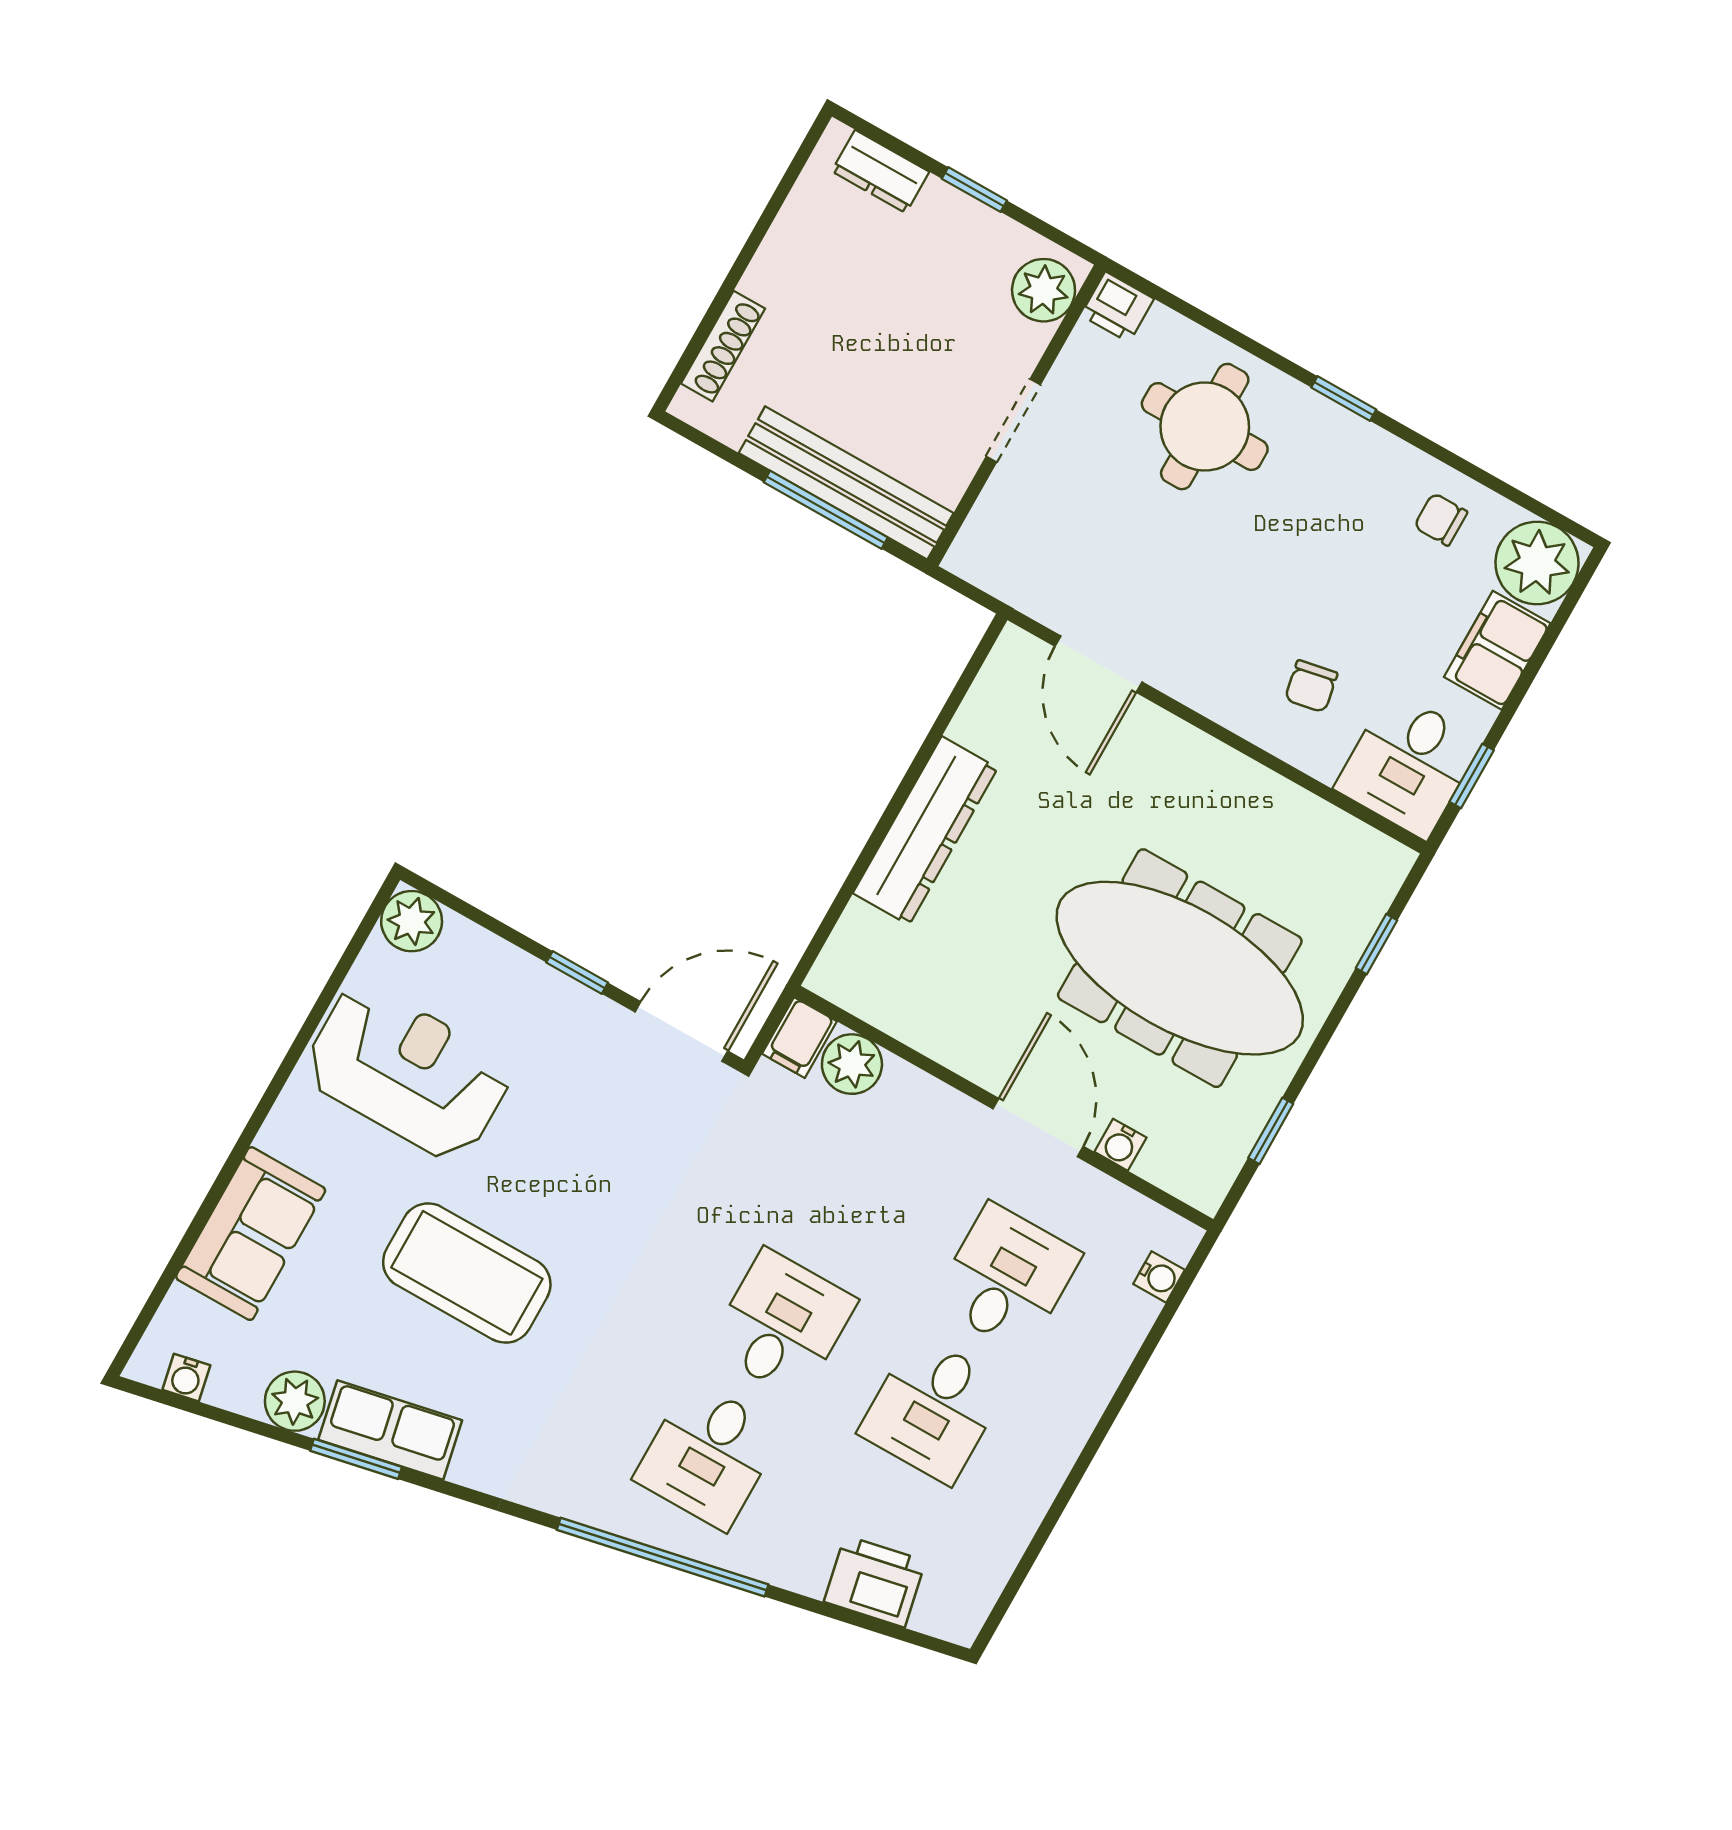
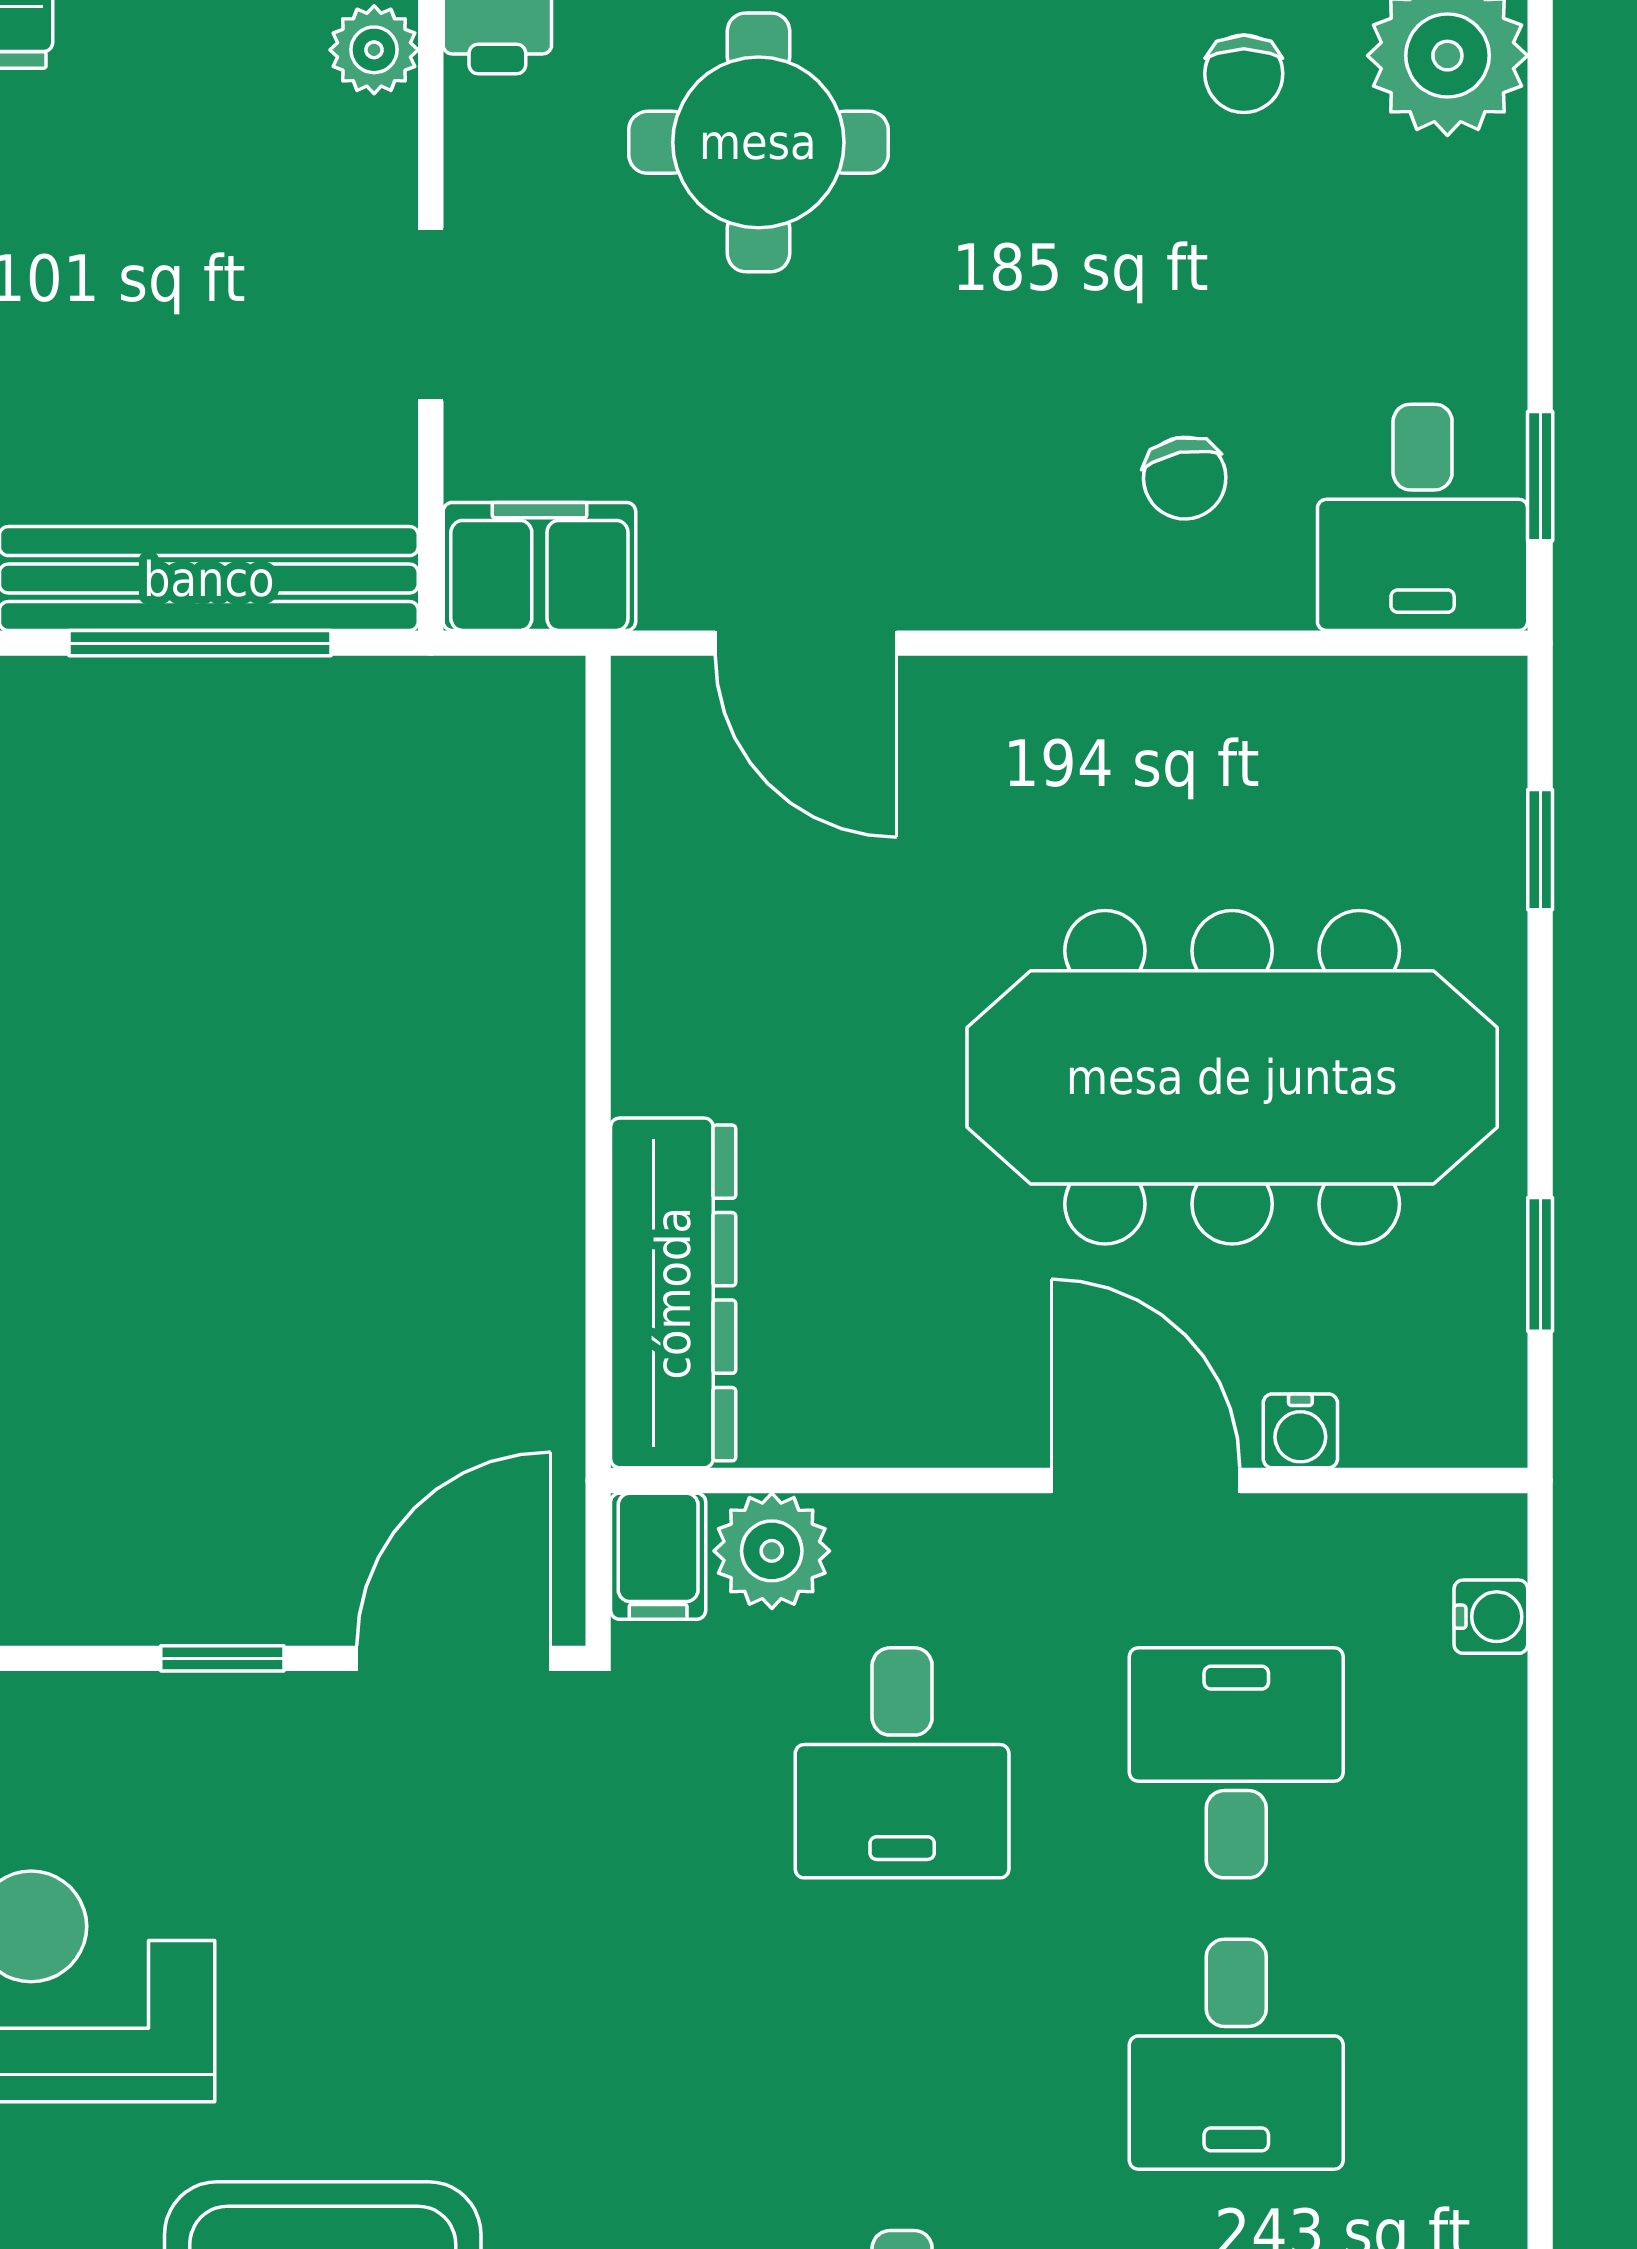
plant: (1044, 290) -> (374, 50), width x0.73, depth x0.73
chair: (1441, 519) -> (1244, 74), turned -90
filing cabinet: (1497, 650) -> (539, 566), moved, turned 90
dresser: (925, 831) -> (673, 1293), moved
desk: (782, 1324) -> (902, 1763), moved, turned 180

